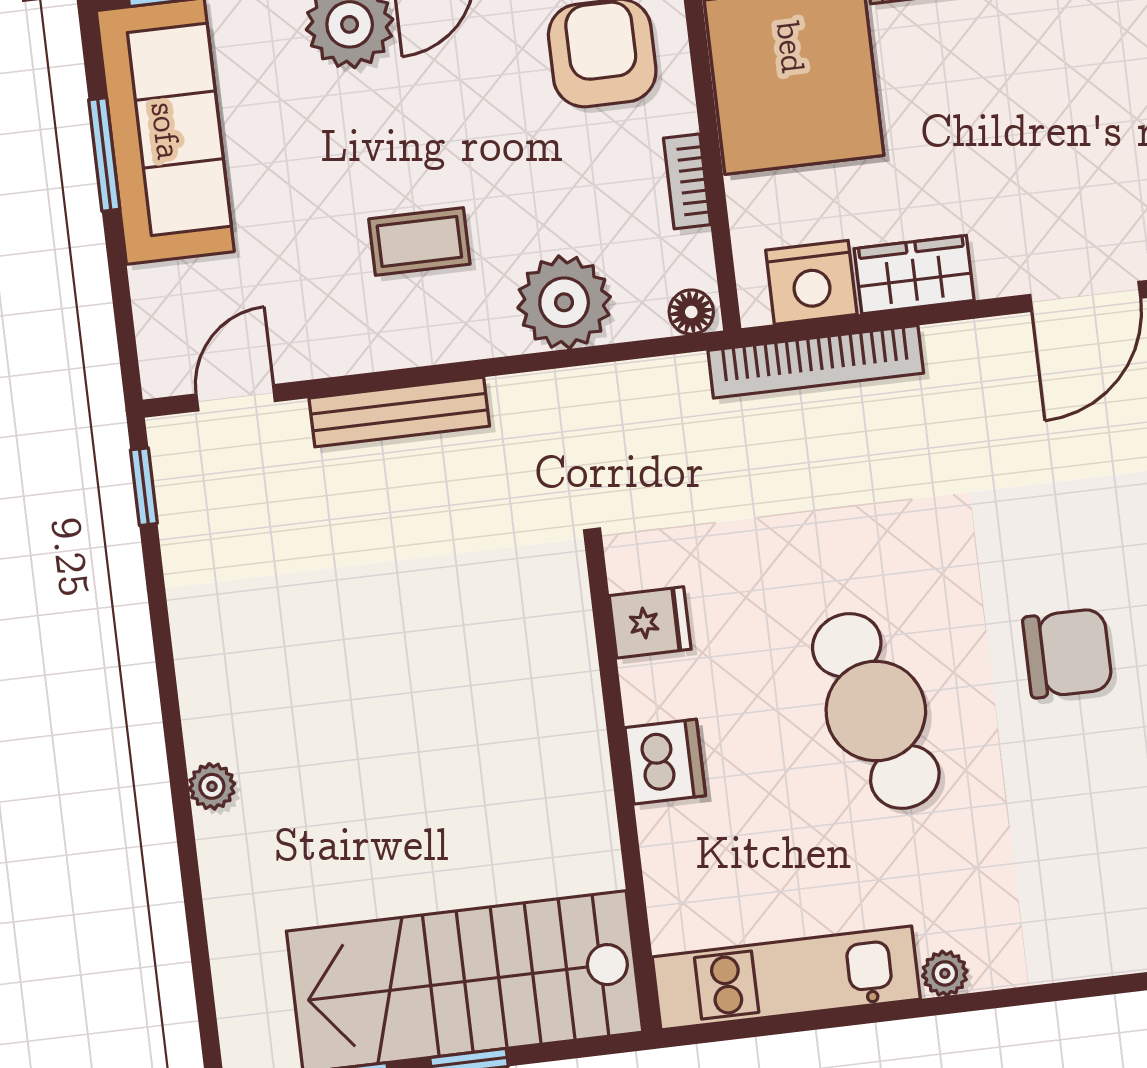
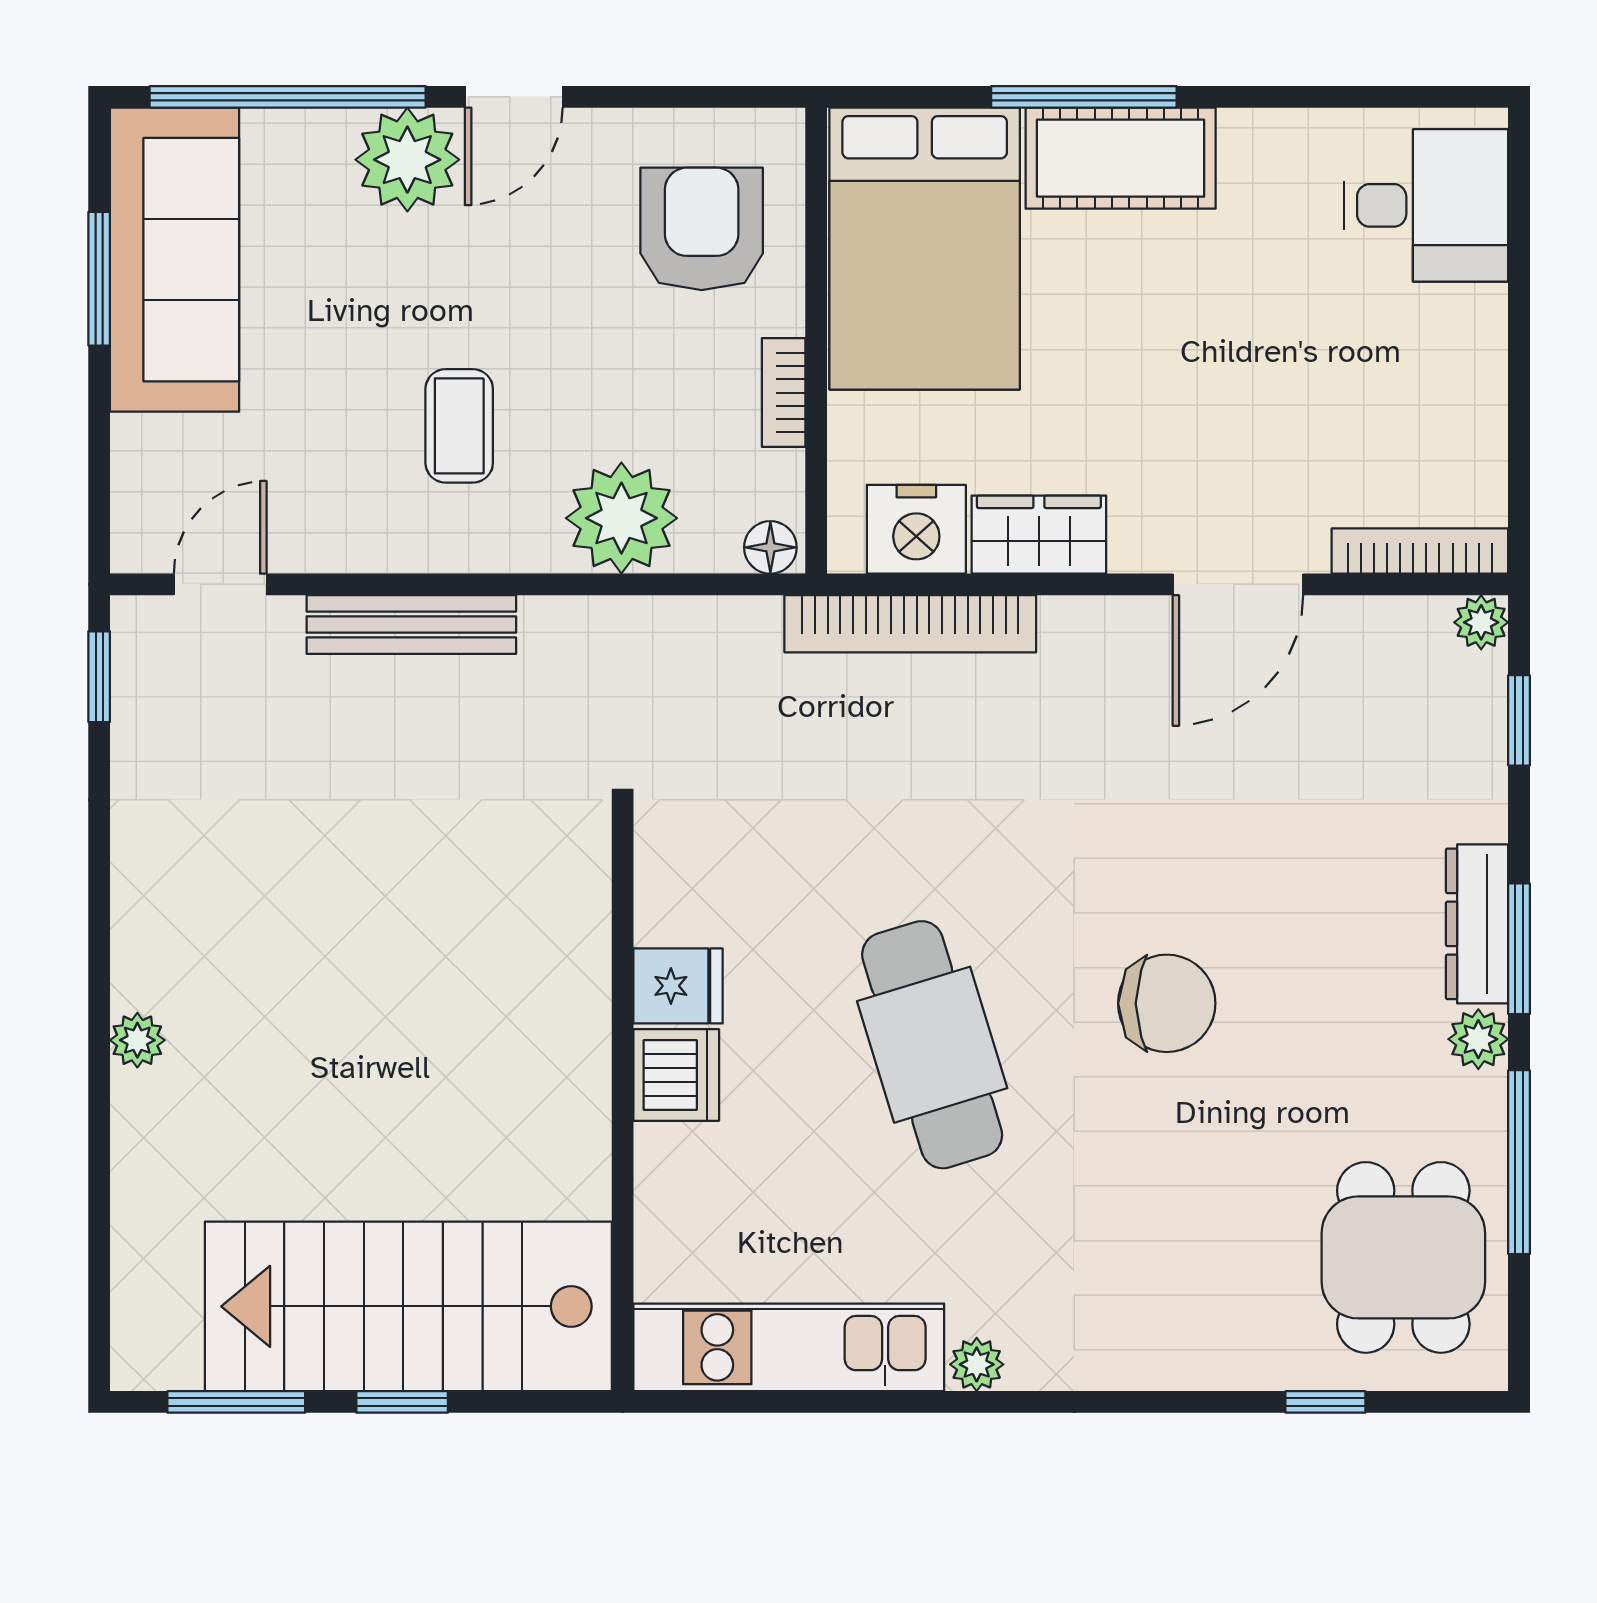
coffee table: (419, 242) -> (459, 426), turned 90
fridge: (650, 622) -> (678, 986), moved

